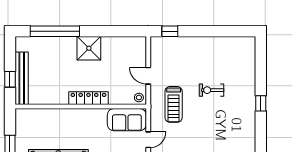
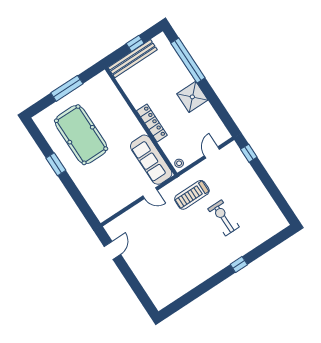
door: (148, 76) -> (212, 152), moved
window: (10, 79) -> (135, 43), moved
exercise bike: (212, 90) -> (223, 218), width x1.38, depth x1.39
sofa: (127, 120) -> (151, 160), width x1.36

